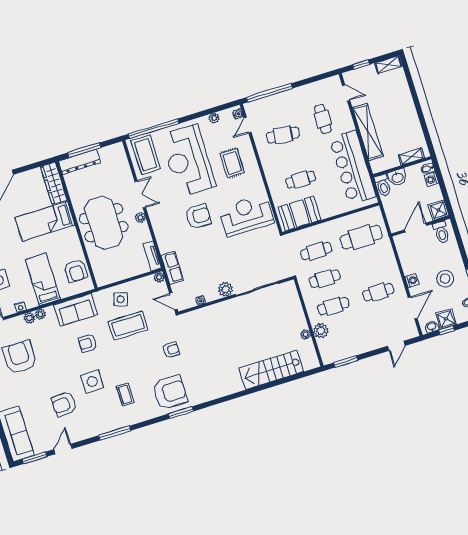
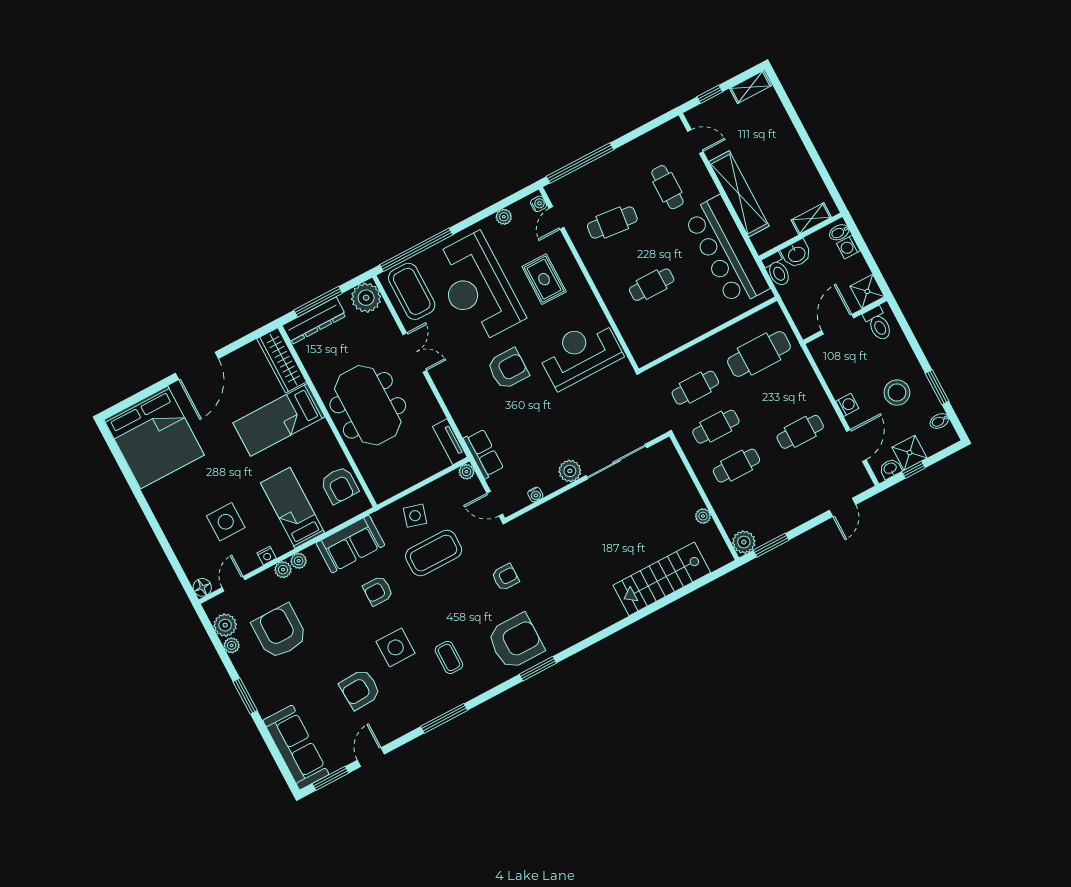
booth: (300, 214) -> (660, 336), removed
plant: (140, 217) -> (366, 298), moved, width x1.87, depth x1.87
plant: (321, 331) -> (744, 542), moved

